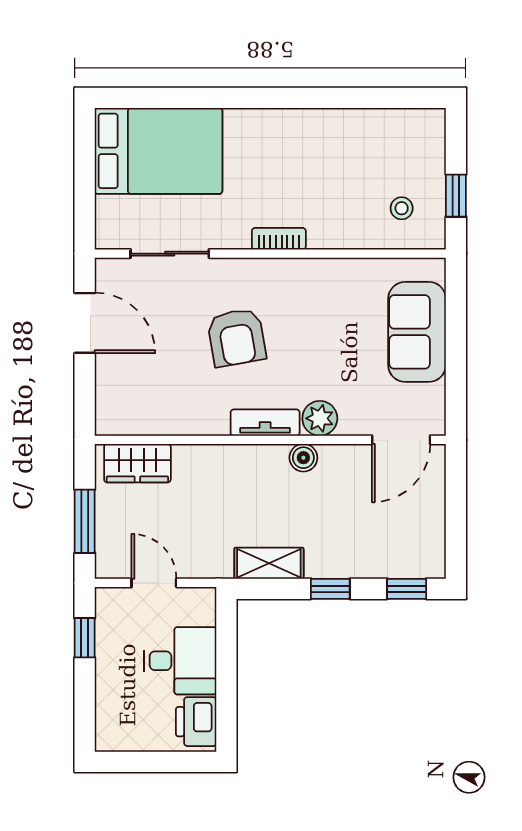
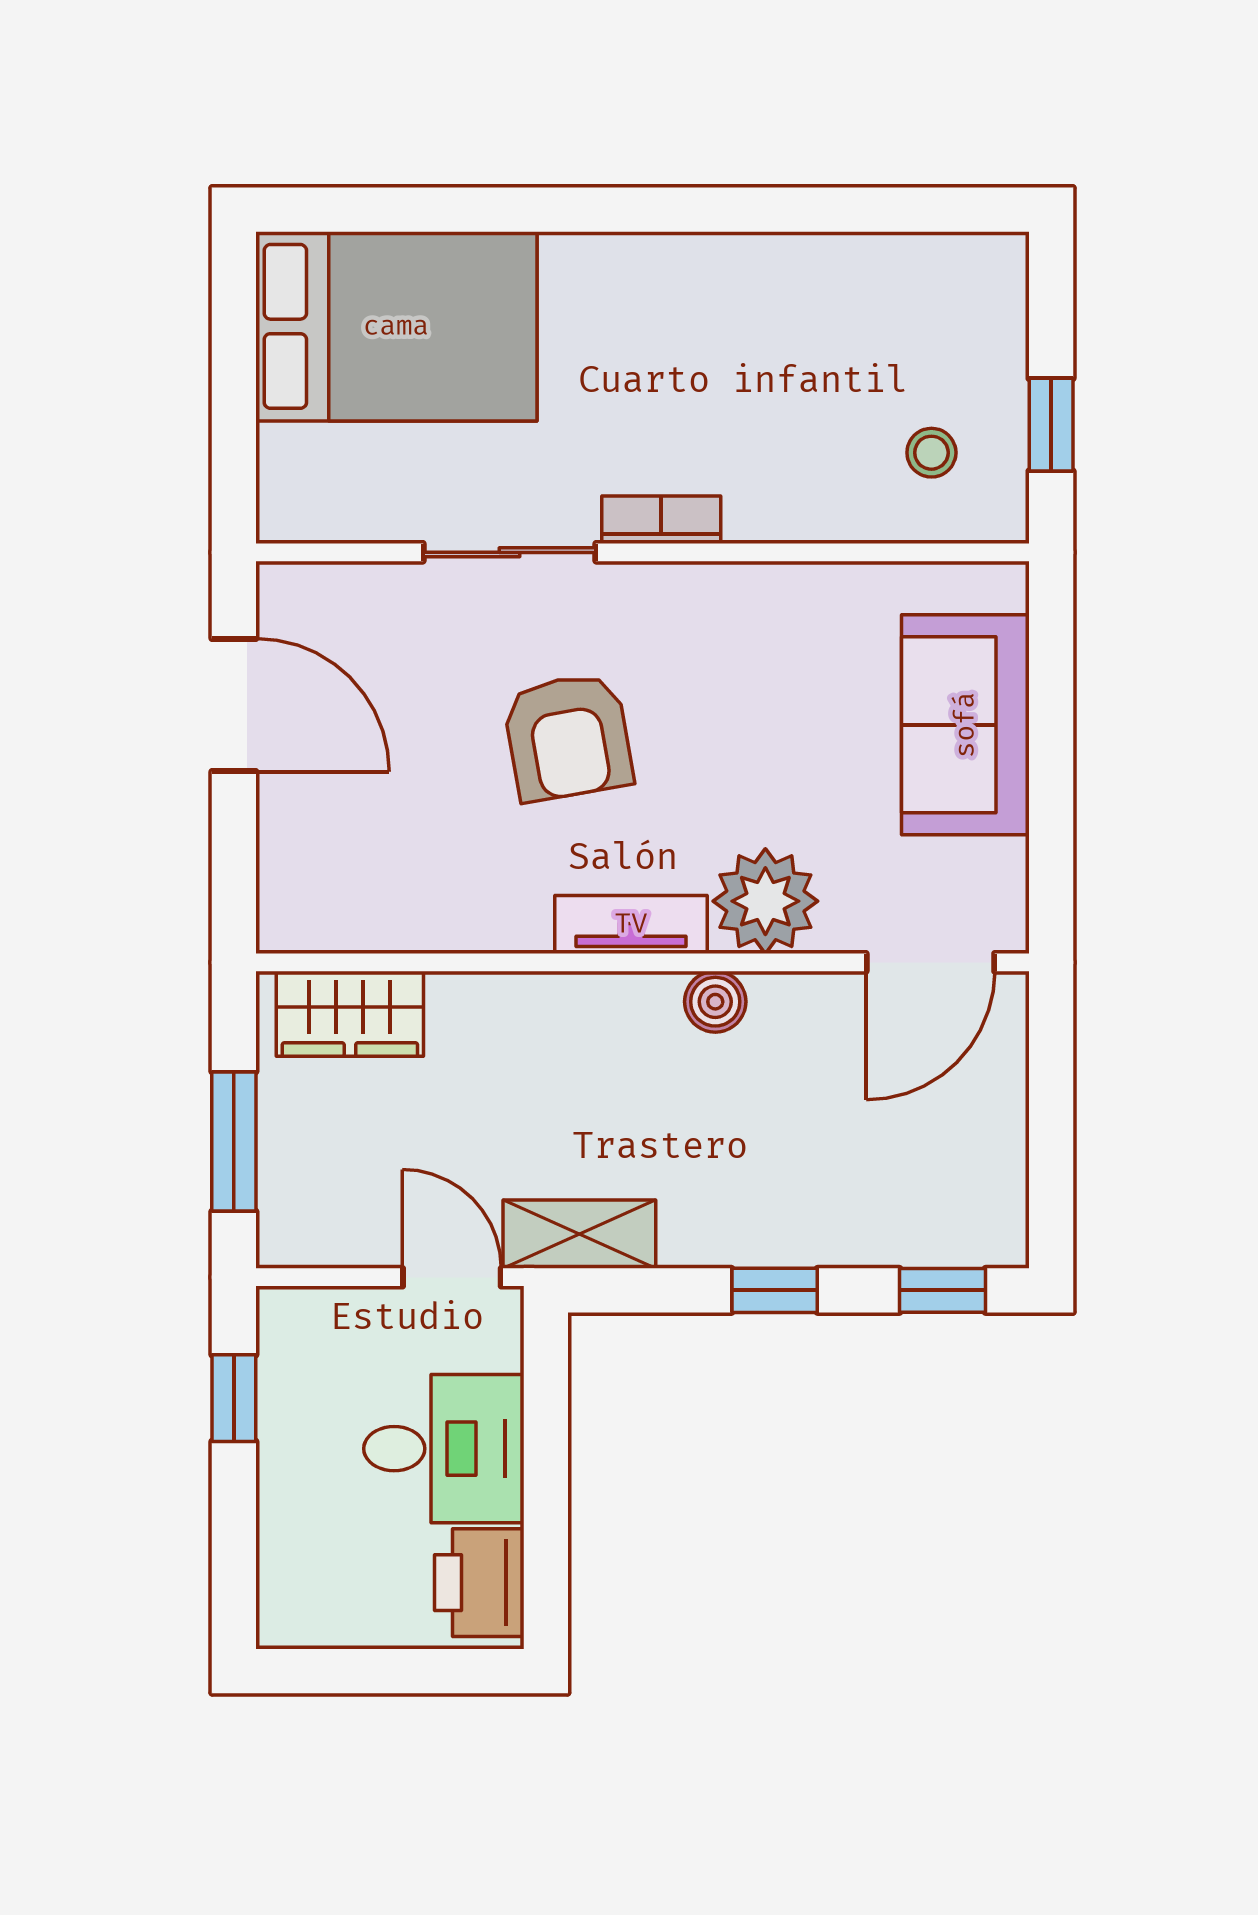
sliding door: (170, 254) -> (509, 552), moved
plant: (320, 418) -> (765, 901), width x1.36, depth x1.36
shelving: (269, 563) -> (579, 1234), moved
door: (154, 583) -> (452, 1277), moved

